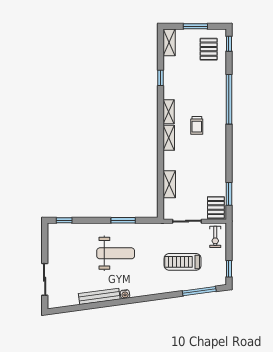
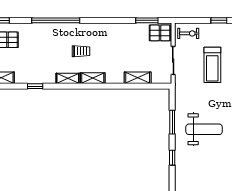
window: (64, 220) -> (172, 158), moved
weight bench: (116, 253) -> (204, 129), turned 90

